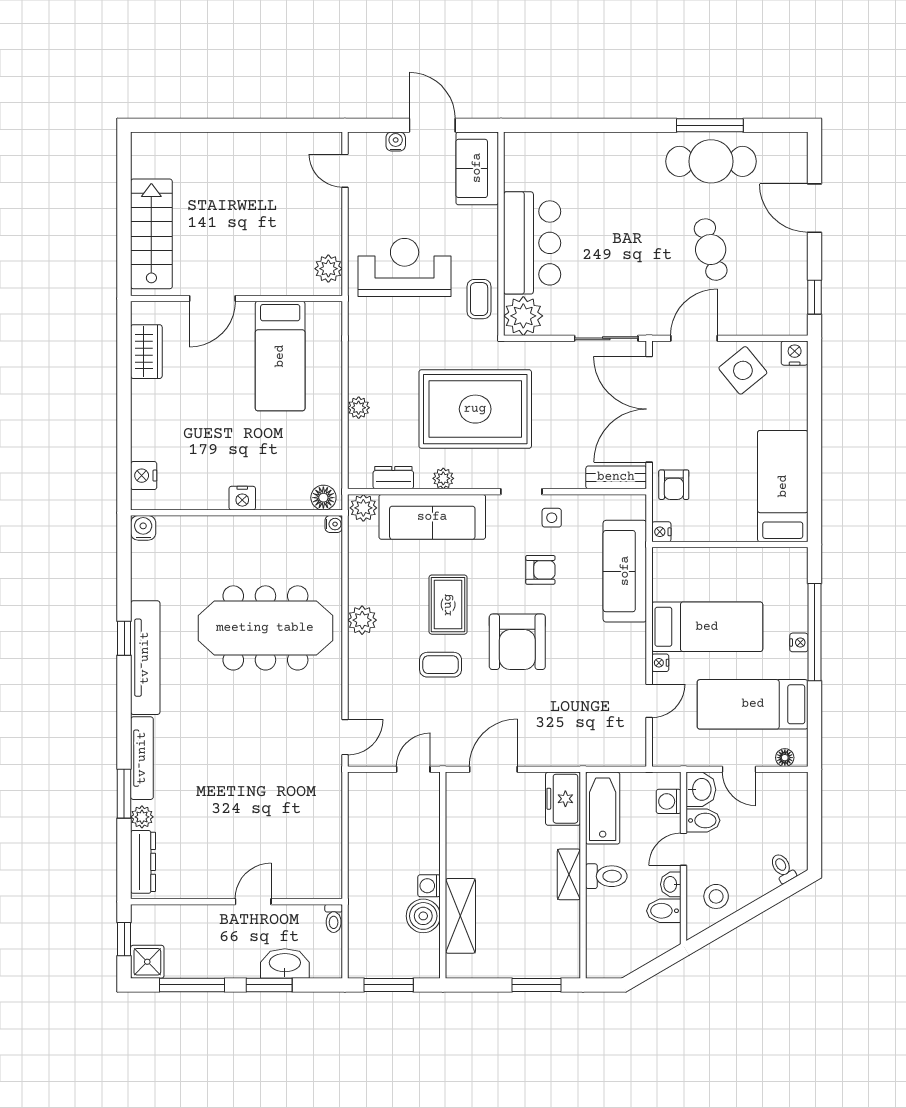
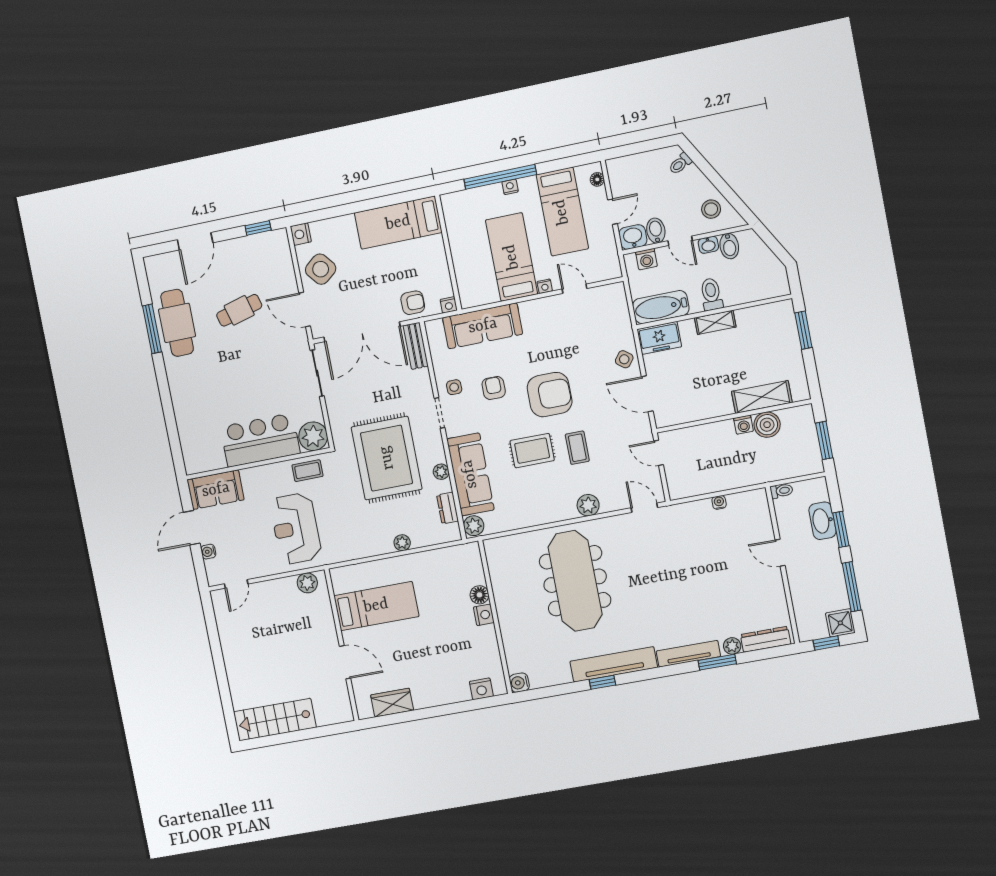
stairs: (151, 234) -> (275, 720), moved
floor lamp: (323, 498) -> (479, 595), moved
water cooler: (334, 524) -> (719, 502), moved
plant: (362, 620) -> (588, 505), moved
side table: (544, 748) -> (624, 359), added

